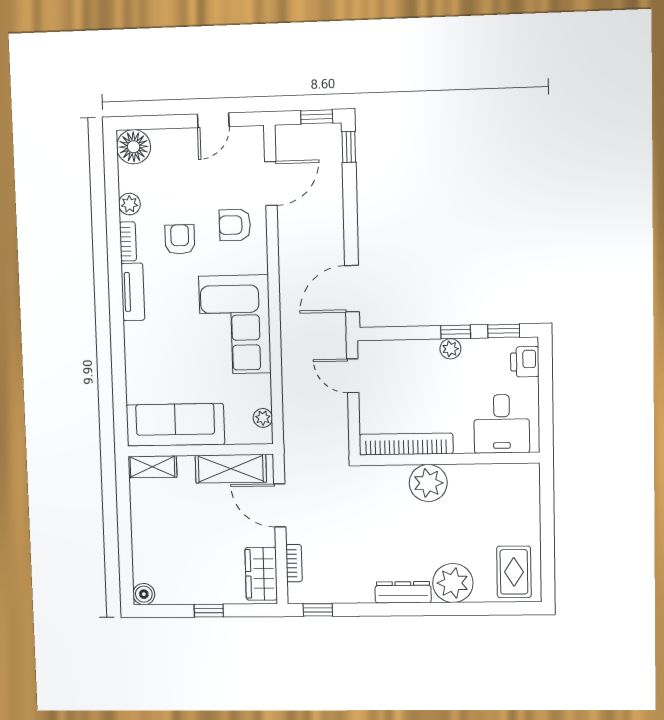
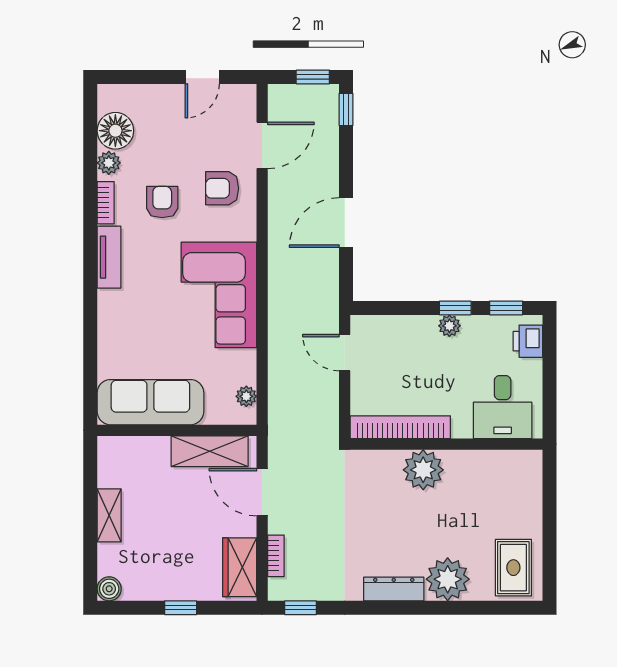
floor lamp: (134, 147) -> (115, 131), moved
door: (352, 289) -> (346, 223), moved
shelving: (152, 467) -> (109, 515), moved, turned 90

